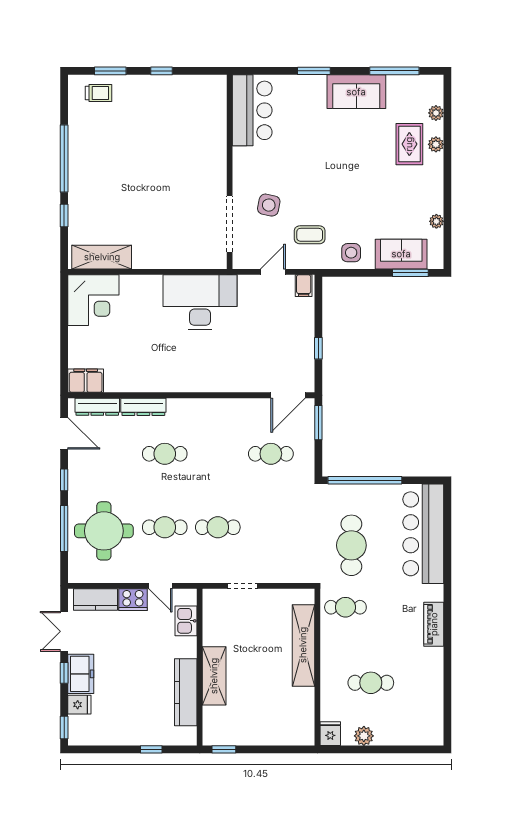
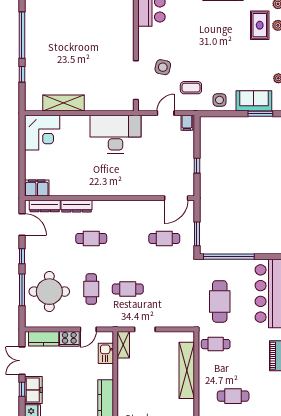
shelving: (102, 257) -> (63, 103), moved
window: (318, 423) -> (197, 234), moved
cafe table: (165, 527) -> (91, 289), turned 90
door: (160, 586) -> (88, 329), hinge flipped
shelving: (214, 676) -> (123, 345), moved, width x0.67, depth x0.75

